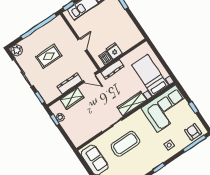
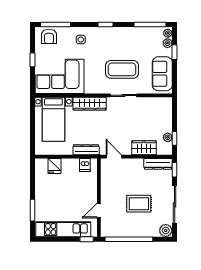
door: (82, 45) -> (99, 211), moved
fridge: (114, 51) -> (55, 166), moved
dresser: (70, 84) -> (158, 164), moved

